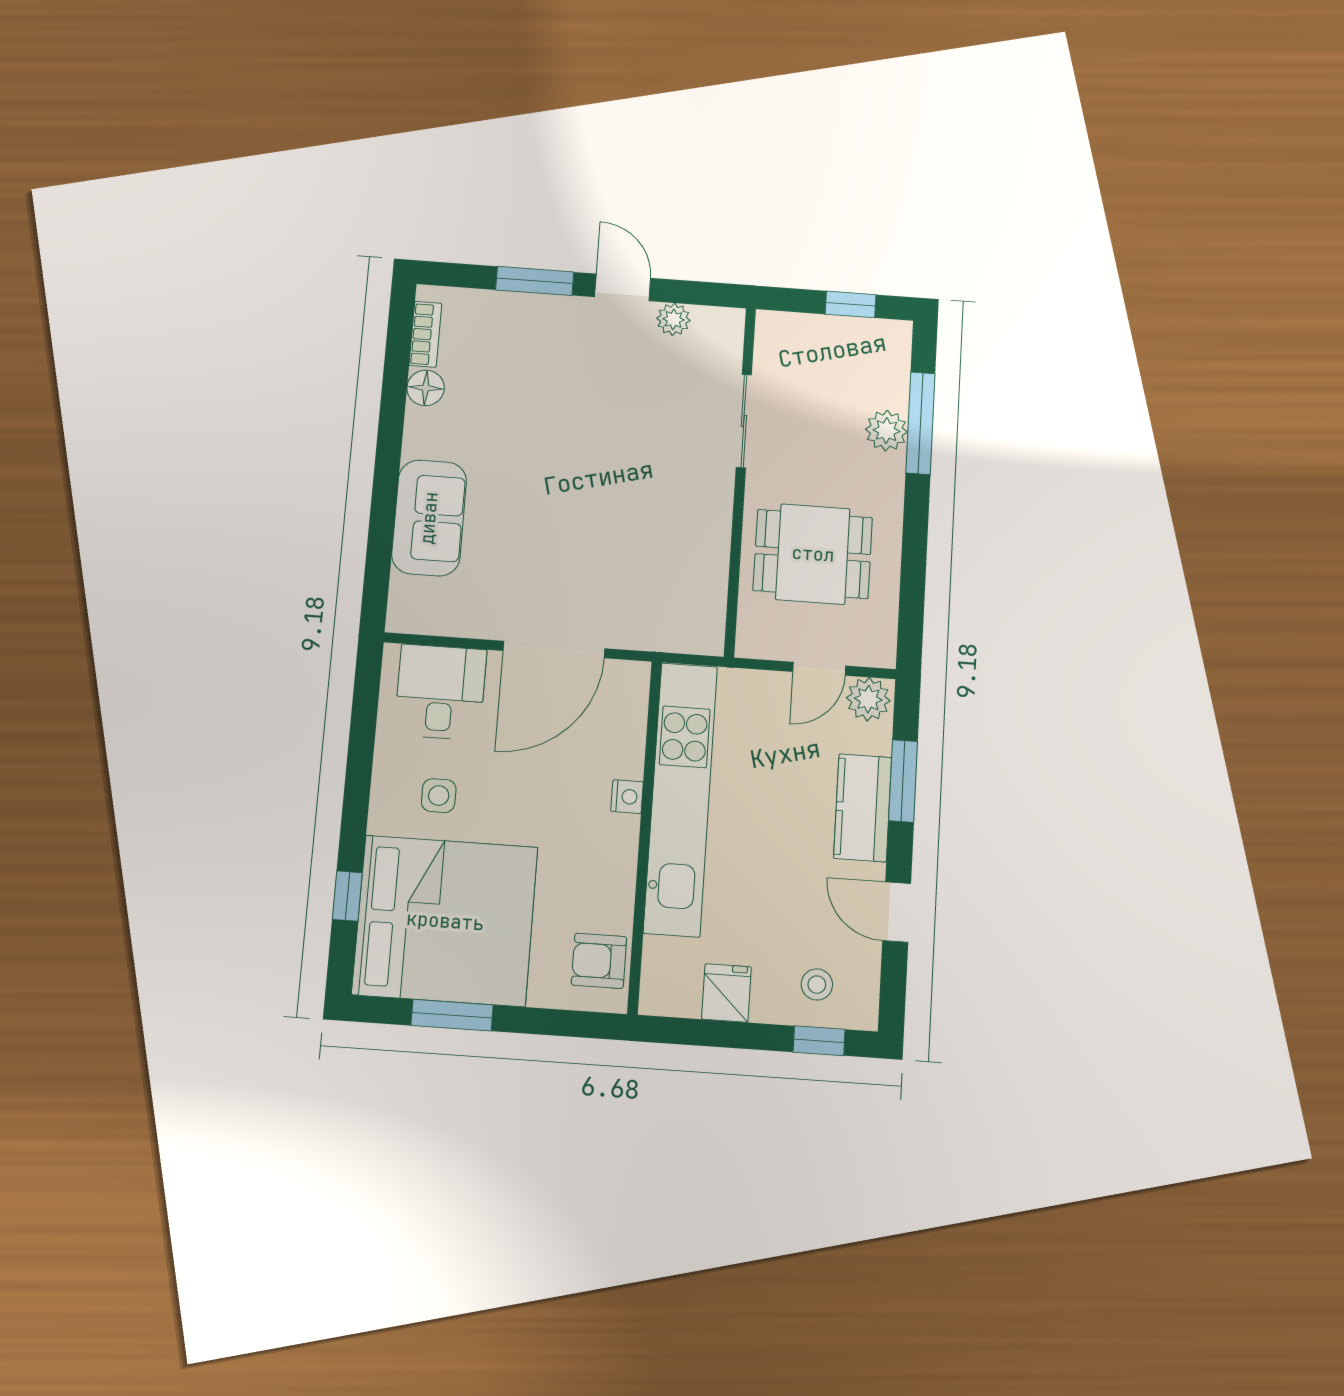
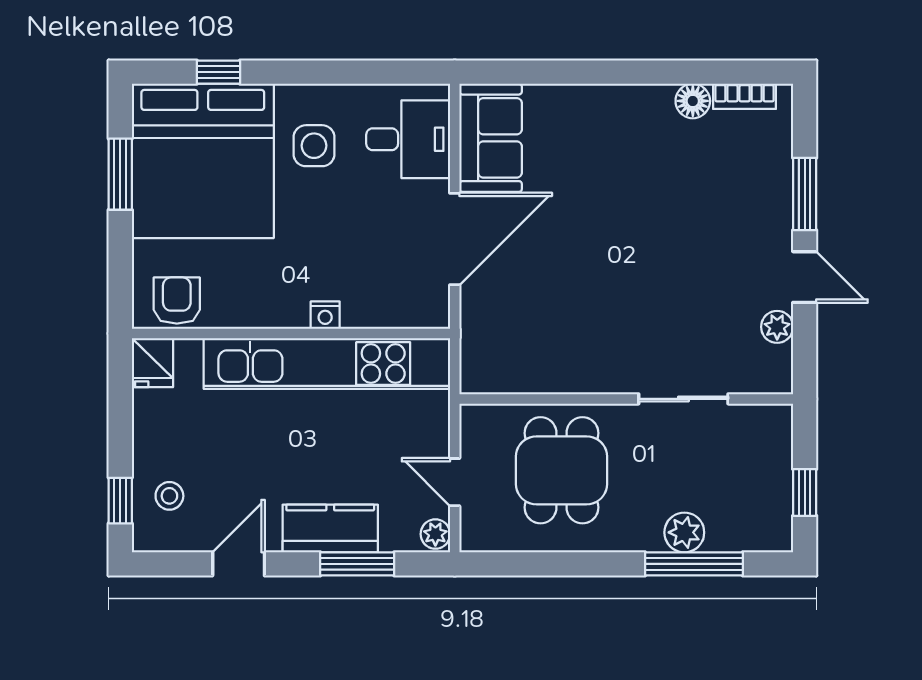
door: (623, 287) -> (805, 277), hinge flipped
sofa: (429, 518) -> (491, 138), moved, turned -90
door: (554, 650) -> (455, 239), swing flipped
plant: (868, 699) -> (435, 534), width x0.73, depth x0.73
side table: (439, 796) -> (314, 146), width x1.37, depth x1.37
fridge: (726, 993) -> (152, 363), moved, turned 90

